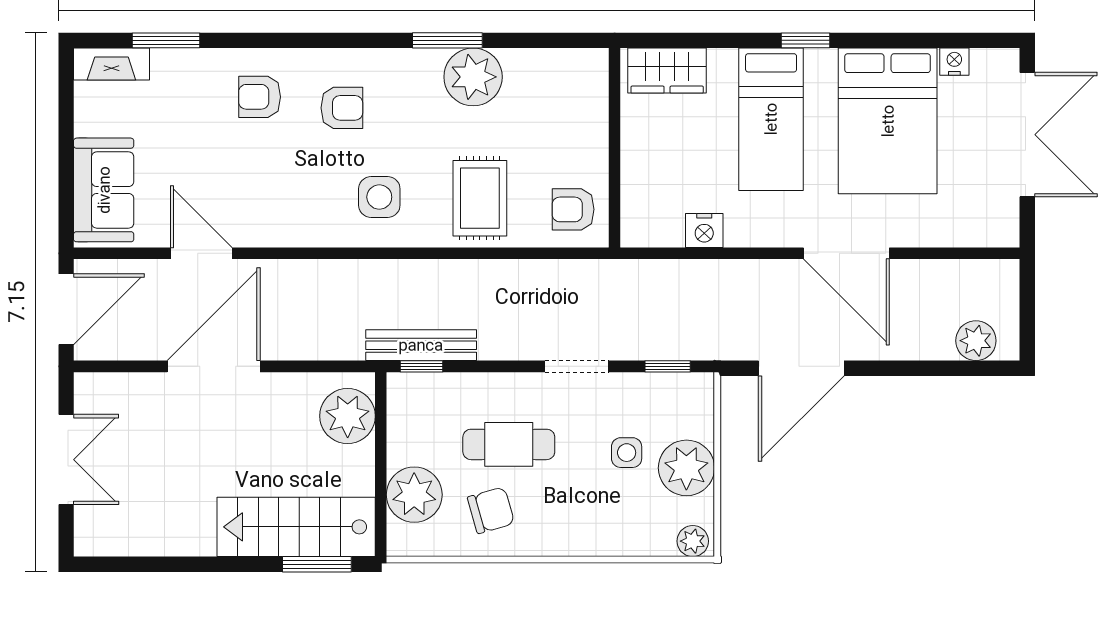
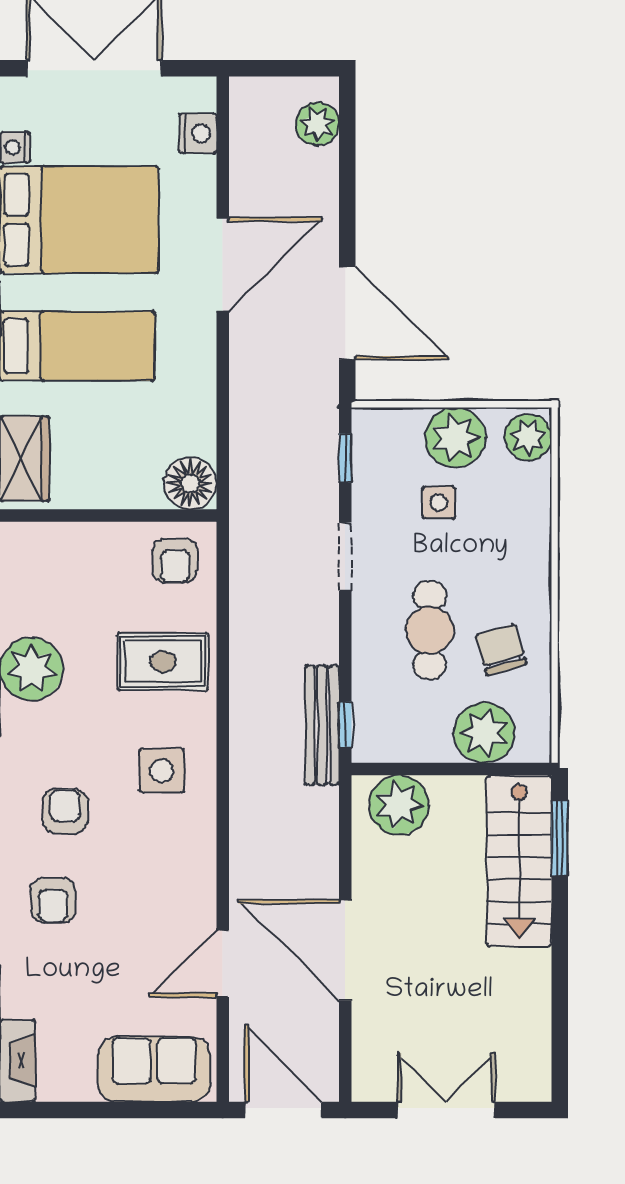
floor lamp: (644, 223) -> (190, 483), added
nightstand: (704, 230) -> (198, 133), moved
plant: (693, 541) -> (528, 437), width x1.38, depth x1.38

